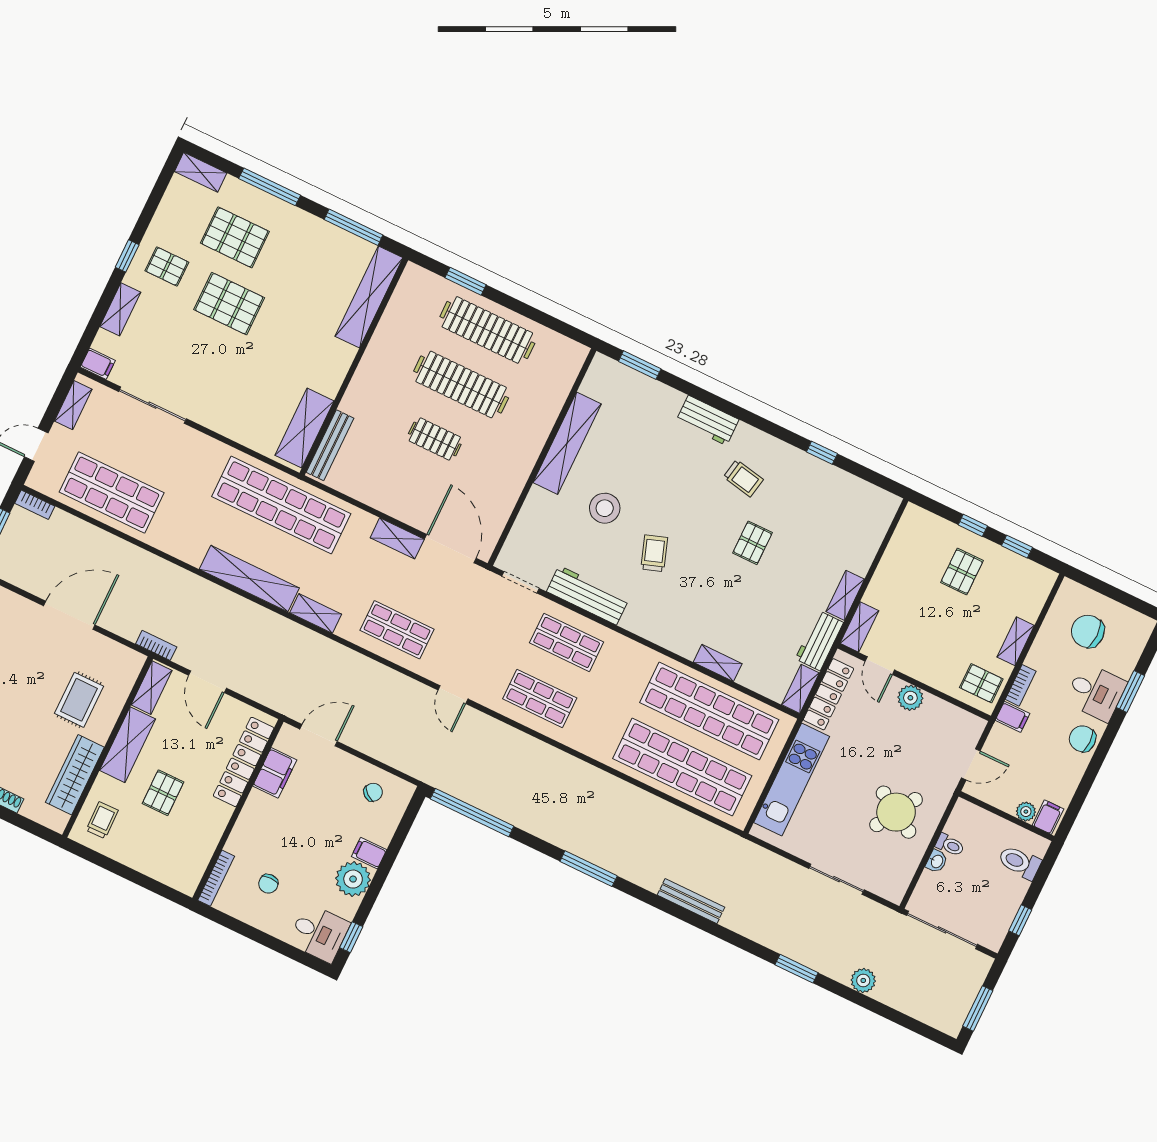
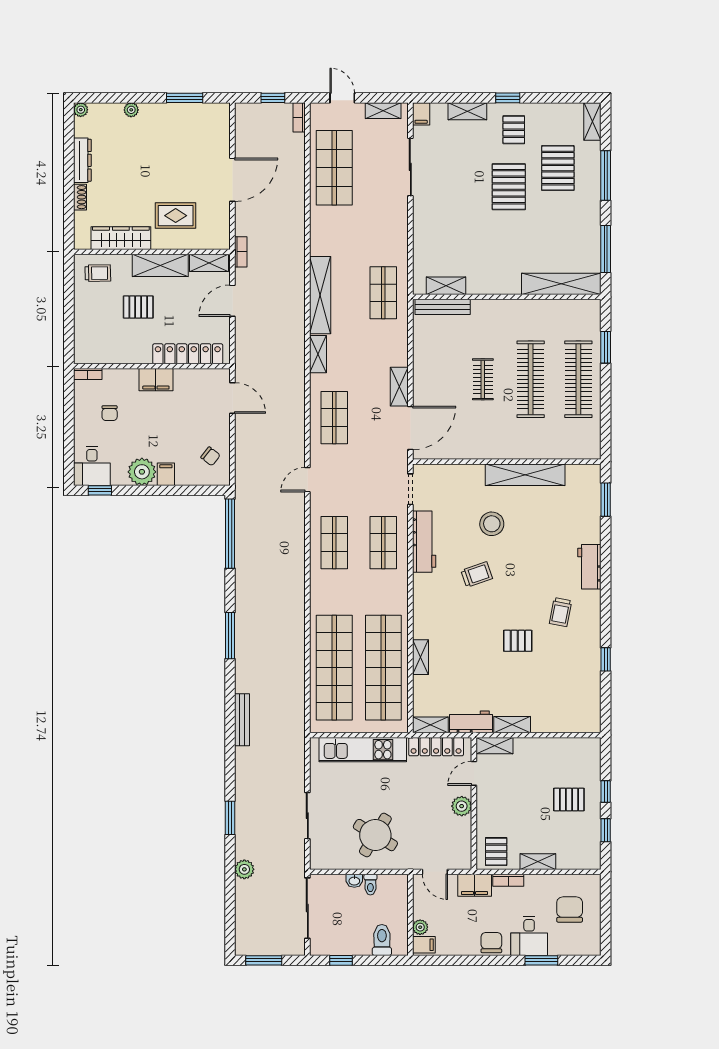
shelving: (304, 428) -> (446, 286), width x0.67, depth x0.75
shop shelf: (281, 505) -> (383, 293), width x0.50, depth x0.74
door: (69, 615) -> (232, 180), hinge flipped
filing cabinet: (1012, 717) -> (475, 885), width x2.00
filing cabinet: (275, 773) -> (156, 380), moved
bookcase: (216, 878) -> (88, 374), width x0.64
chair: (268, 884) -> (110, 413), turned -90

